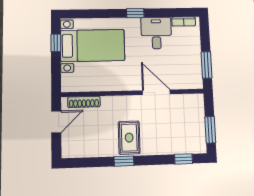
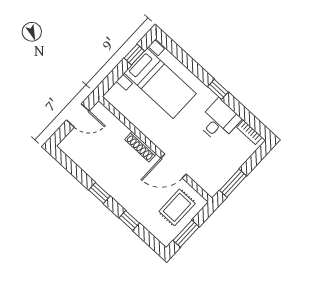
door: (156, 92) -> (174, 166), swing flipped
shoe rack: (84, 102) -> (141, 147), moved
rug: (129, 138) -> (177, 207), moved
window: (183, 159) -> (129, 220), moved

